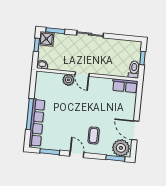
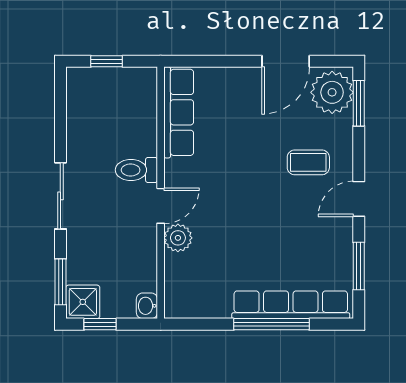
toilet: (134, 69) -> (136, 170), moved
row of seats: (125, 86) -> (179, 112), width x1.48

